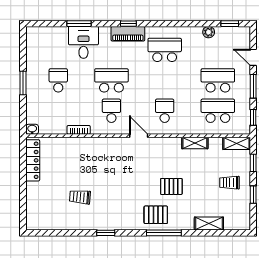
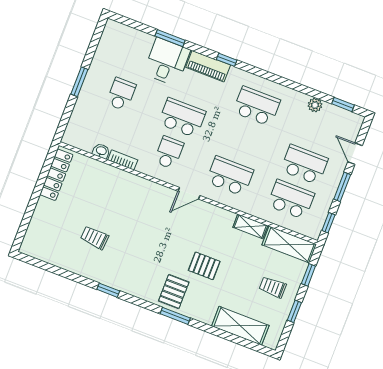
piano: (128, 34) -> (208, 66), moved
school desk: (165, 111) -> (230, 176), width x1.85
washbasin: (32, 129) -> (101, 151), moved
door: (139, 136) -> (189, 193), swing flipped
shelving: (237, 143) -> (289, 244), width x1.50, depth x1.33
pallet: (156, 215) -> (174, 292), turned 90
shelving: (209, 224) -> (240, 326), width x1.50, depth x1.33
window: (164, 233) -> (175, 316), width x0.69

